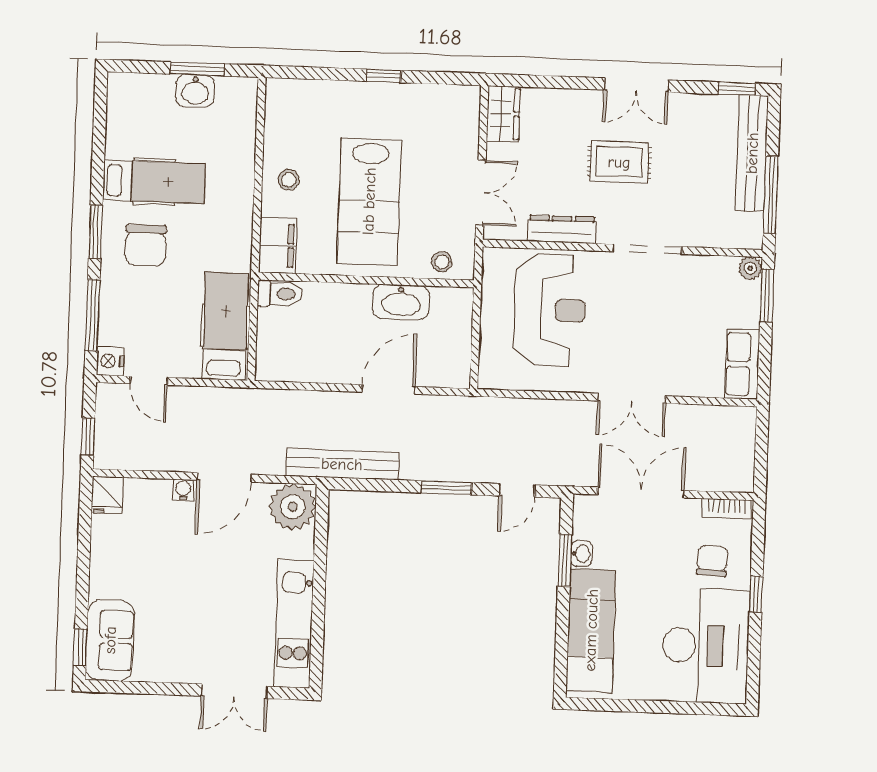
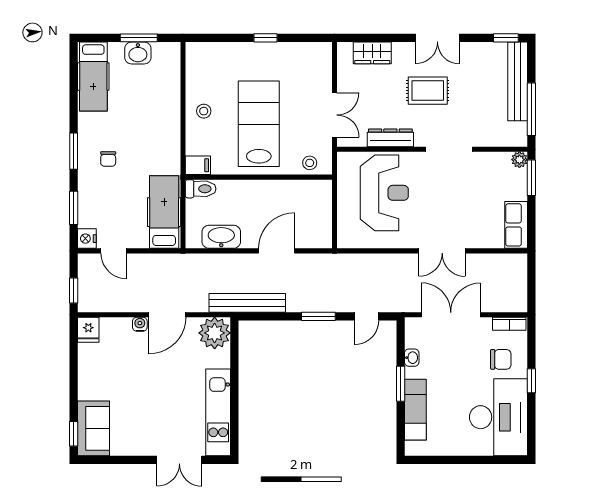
wardrobe: (503, 114) -> (372, 53), moved, turned 90
hospital bed: (154, 182) -> (93, 77), moved, turned 90
lab bench: (369, 201) -> (259, 124), turned 180
chair: (146, 245) -> (108, 159), width x0.54, depth x0.54
filing cabinet: (278, 246) -> (198, 165), width x0.50
washbasin: (401, 302) -> (221, 237), moved, turned 180
window: (93, 315) -> (74, 208), width x0.69
window: (565, 560) -> (401, 384), moved
chair: (712, 561) -> (501, 359), turned 88
exam couch: (591, 630) -> (415, 410), width x0.73, depth x0.69

